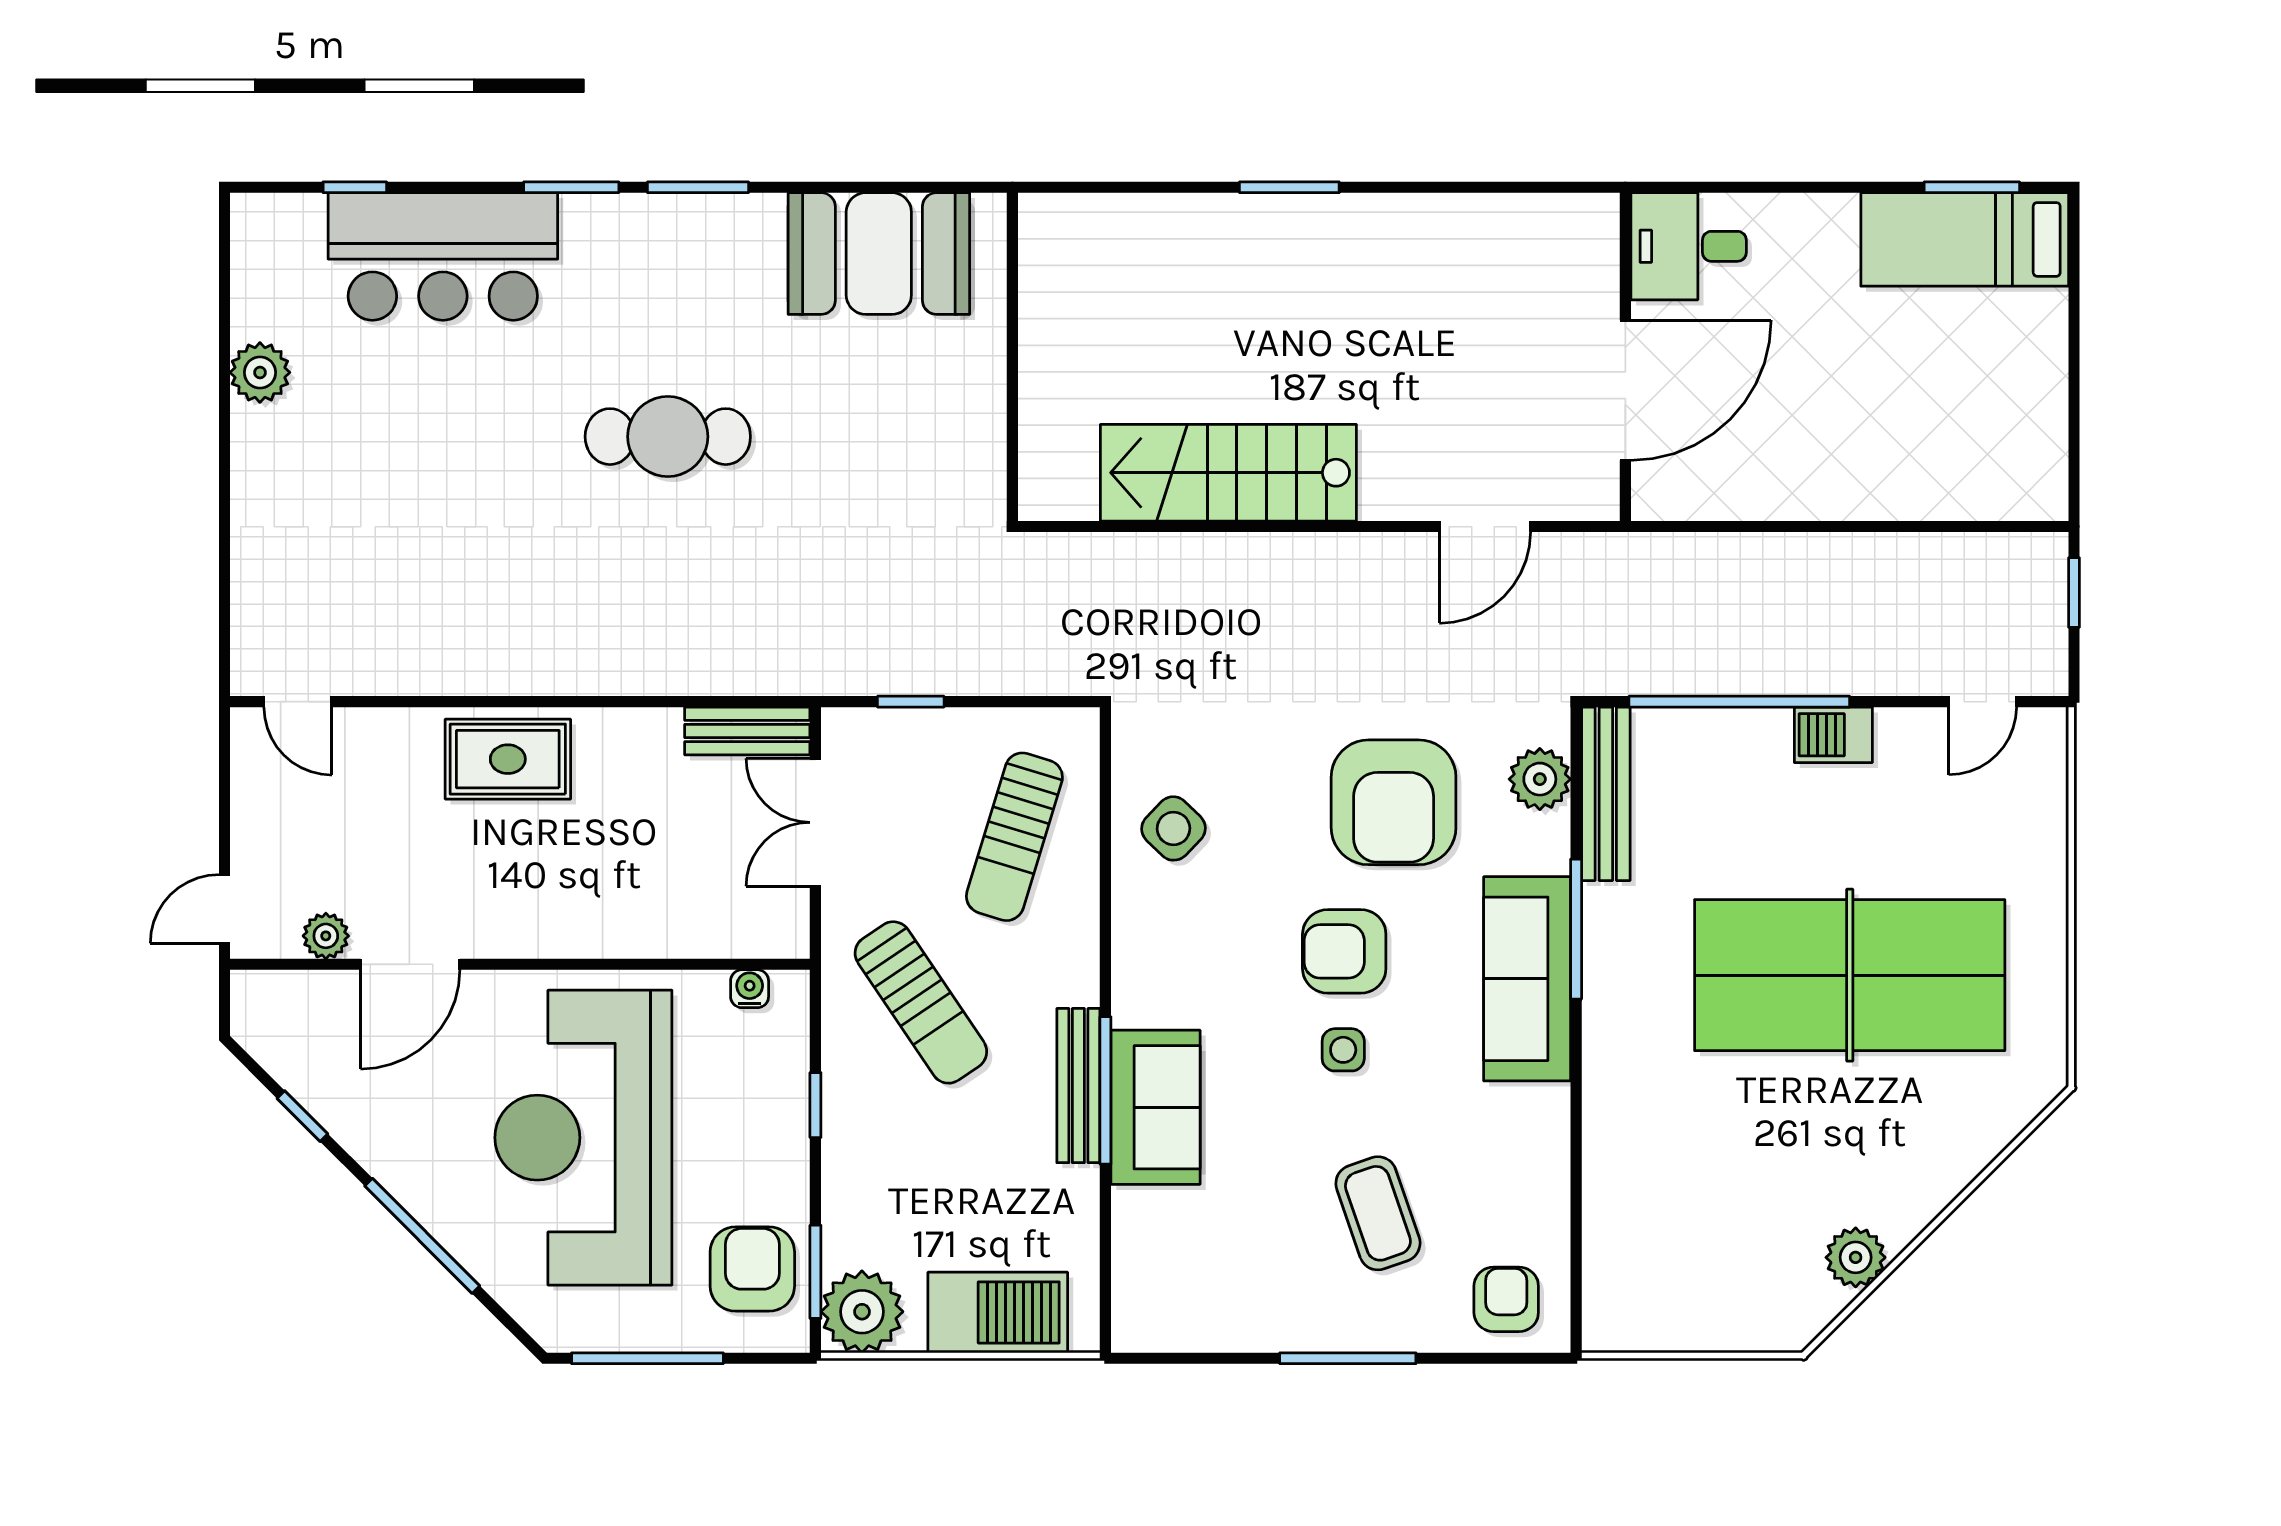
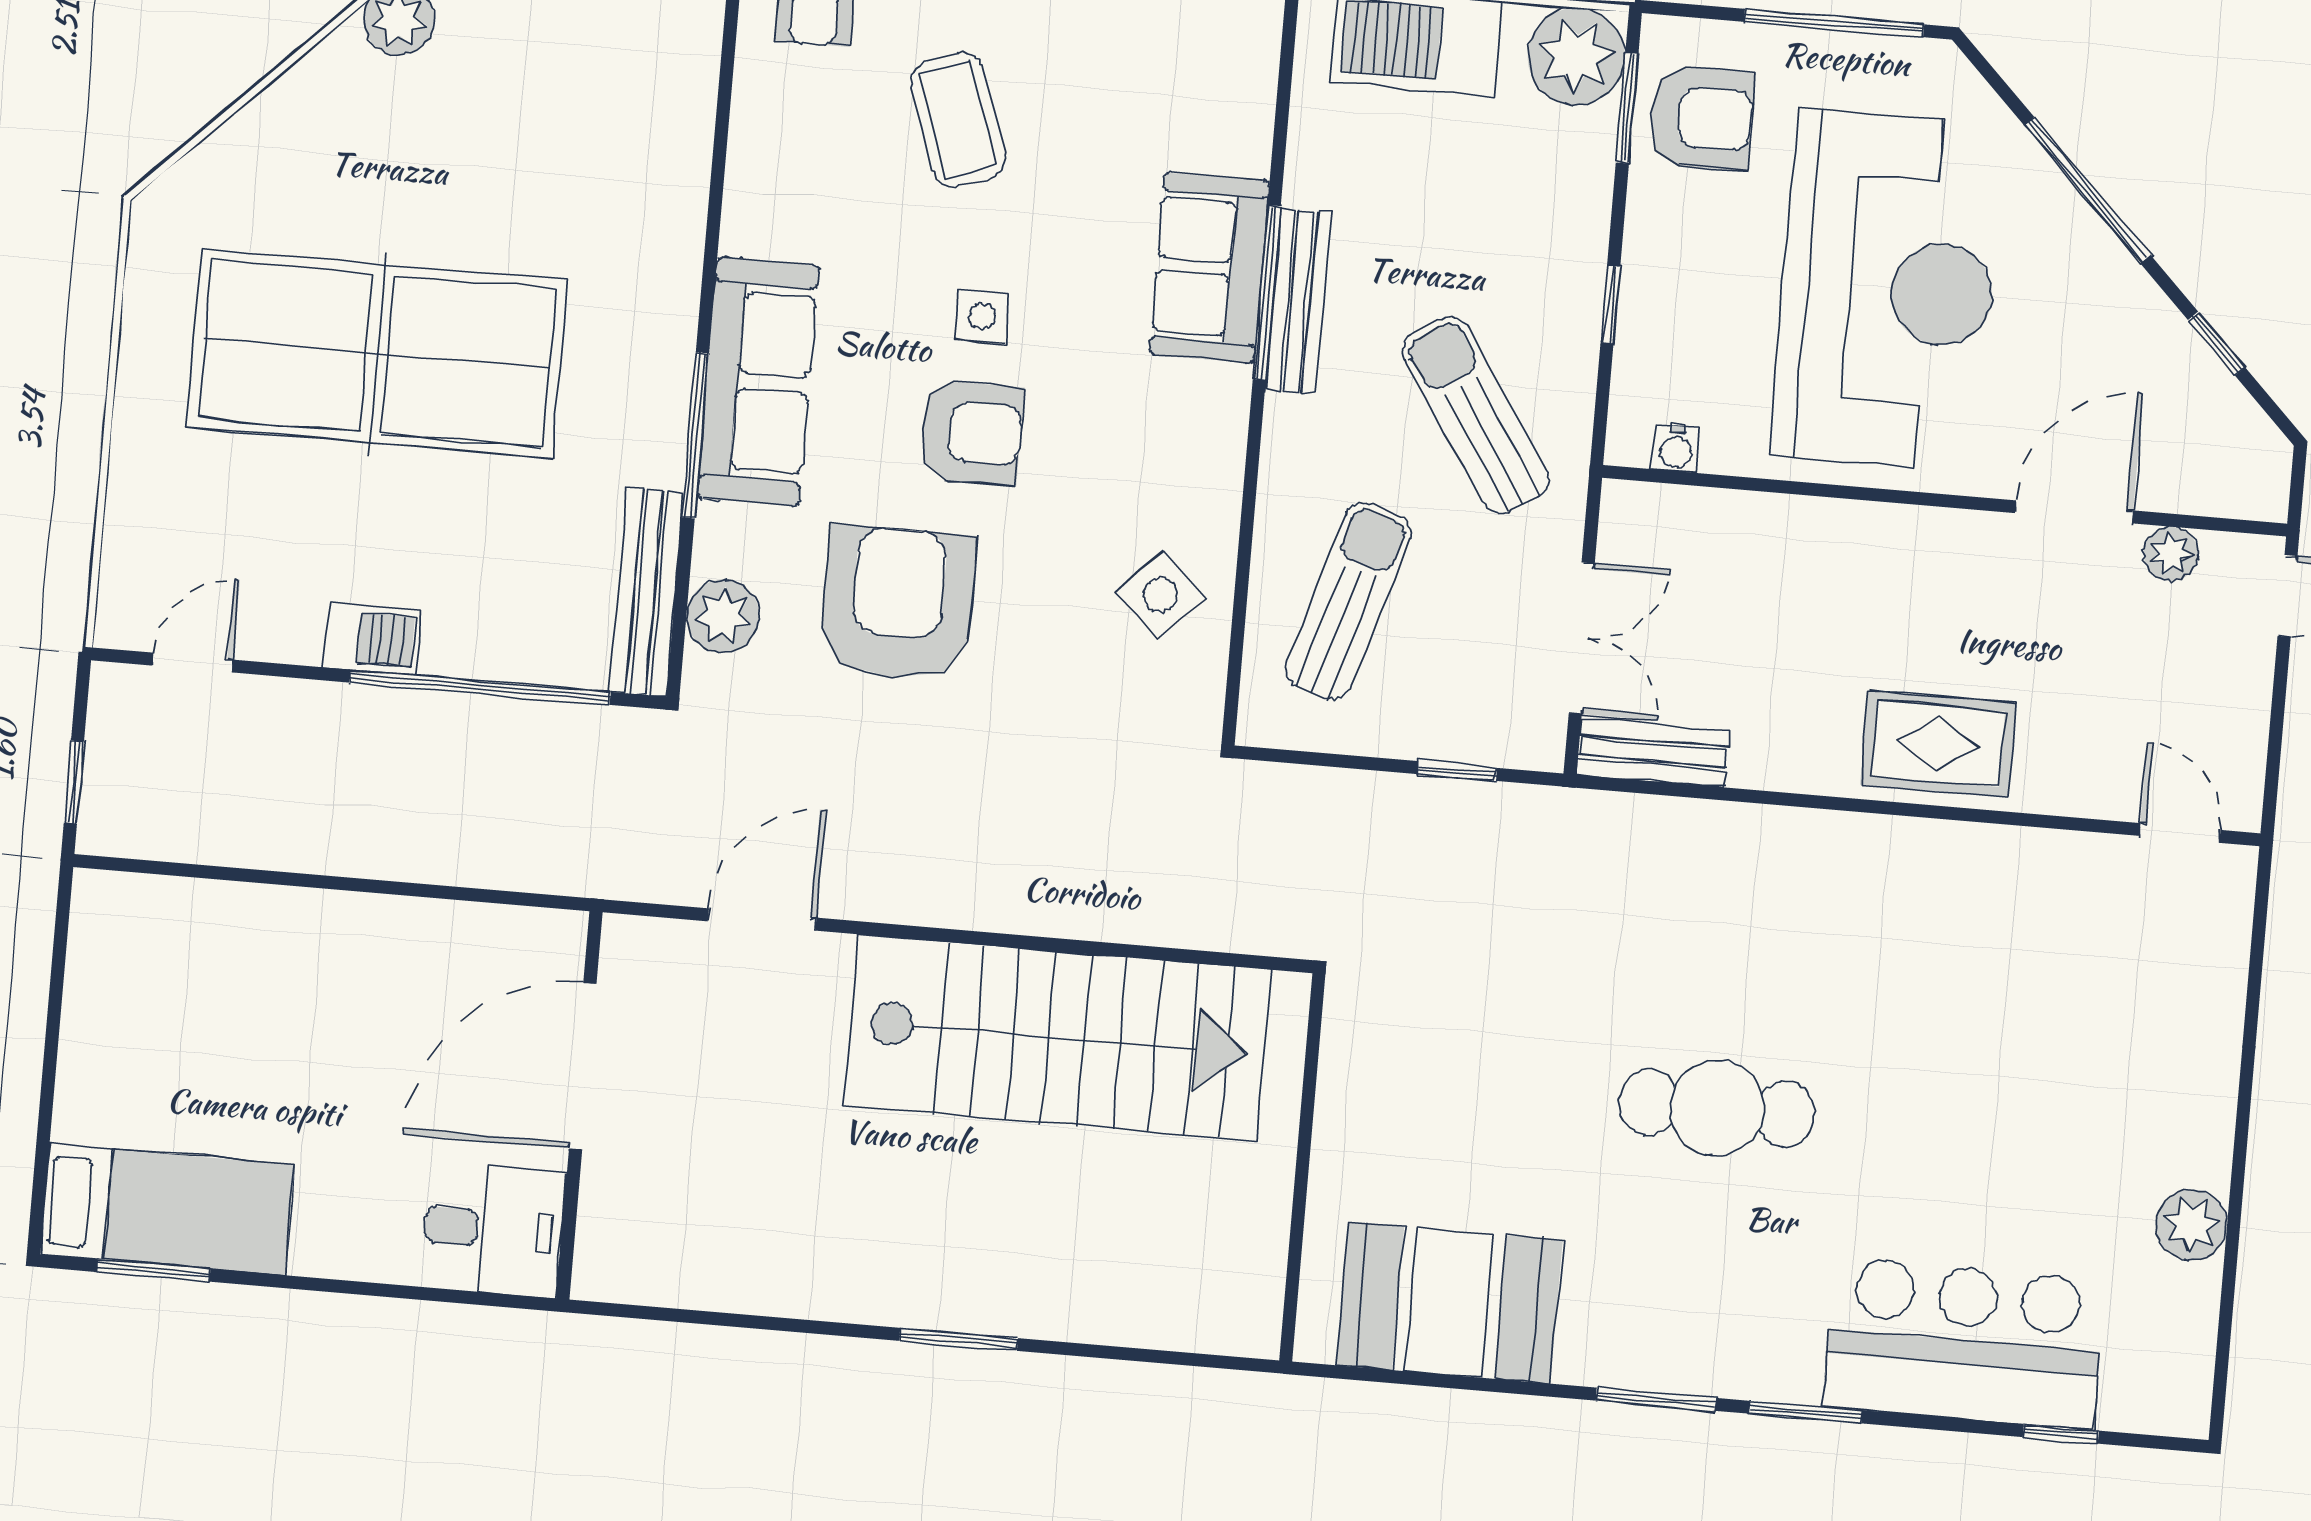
stairs: (1228, 473) -> (1057, 1038), width x1.36, depth x1.51
armchair: (752, 1269) -> (1701, 118), turned -90

